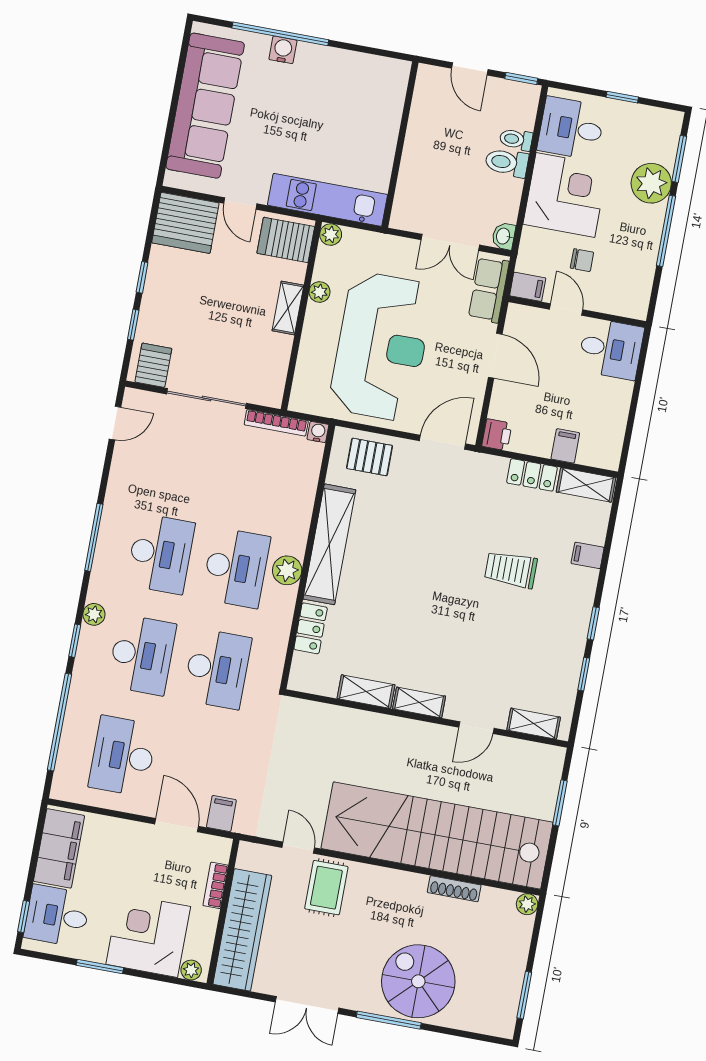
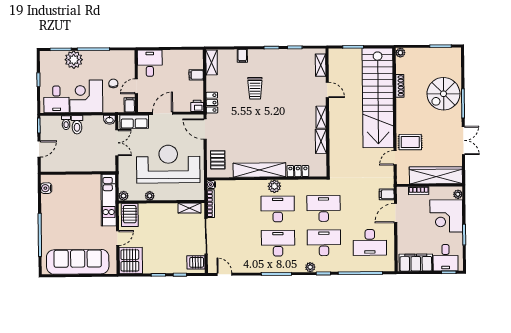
water cooler: (283, 50) -> (46, 188), moved
shelving: (288, 308) -> (189, 208), moved
locker: (532, 475) -> (212, 103), moved

